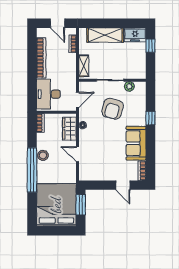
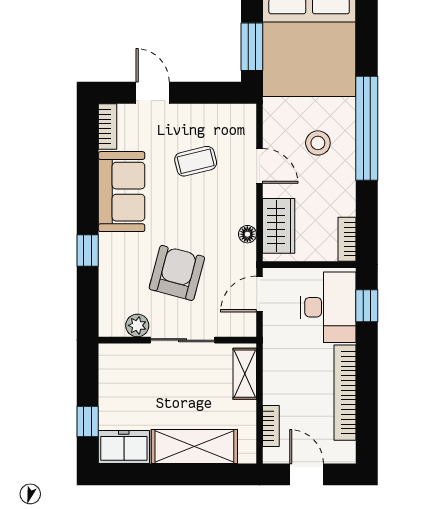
window: (32, 95) -> (367, 306), added
stool: (43, 155) -> (318, 143), moved
coffee table: (105, 156) -> (196, 161), added

